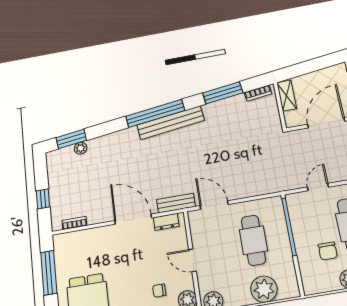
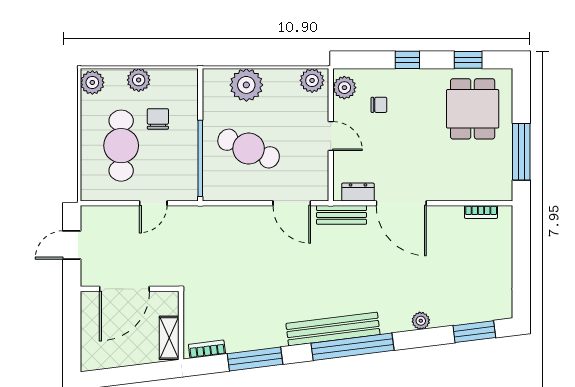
plant: (81, 148) -> (421, 321), moved
window: (43, 199) -> (521, 253), removed
cafe table: (253, 240) -> (249, 149), turned -67

